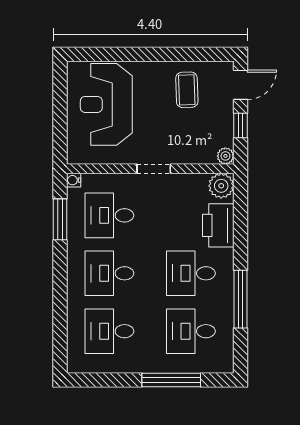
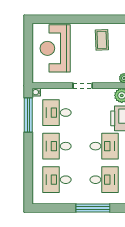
window: (60, 219) -> (28, 115), width x1.44
desk: (191, 273) -> (104, 146), turned 180
desk: (191, 331) -> (104, 180), turned 180

